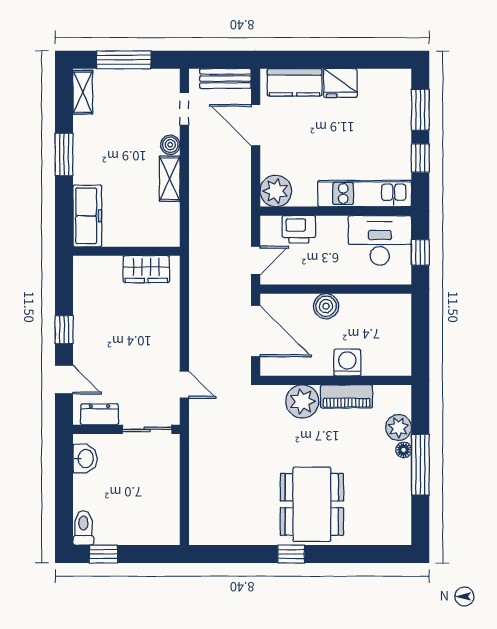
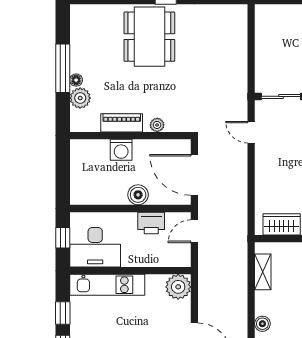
shelving: (170, 179) -> (263, 272), moved
printer: (299, 229) -> (151, 223), moved, turned 180
plant: (302, 401) -> (157, 125), width x0.53, depth x0.53

